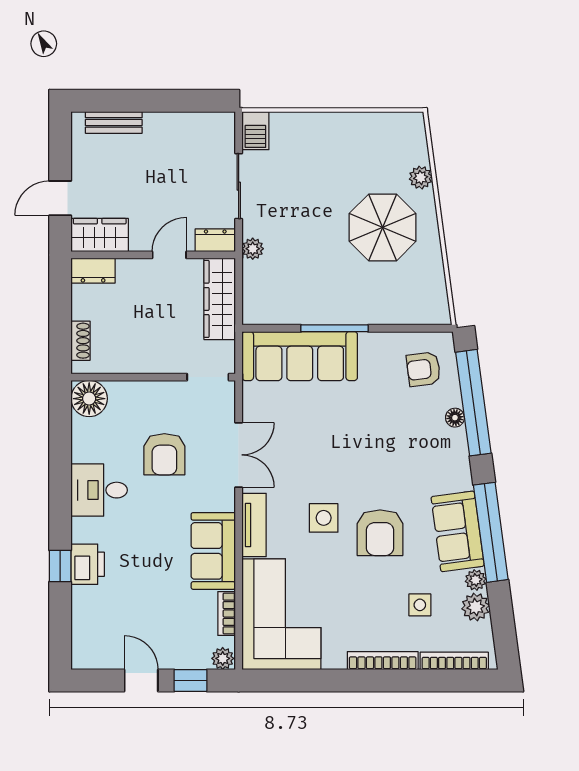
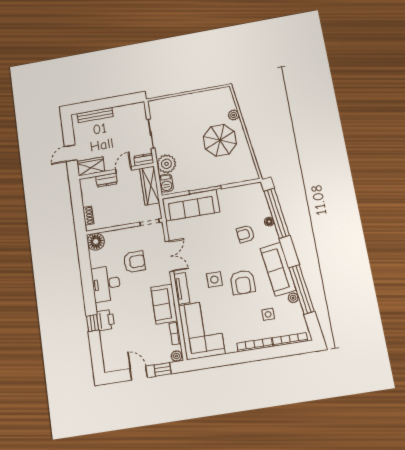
bench: (114, 122) -> (95, 115), width x1.36
barbecue: (255, 131) -> (166, 183), moved
plant: (253, 249) -> (166, 164), width x1.87, depth x1.87
dresser: (93, 271) -> (107, 180), moved
armchair: (424, 369) -> (245, 234), moved
armchair: (164, 454) -> (134, 262), turned -90
desk: (99, 490) -> (106, 284), width x1.37
sofa: (458, 531) -> (278, 269), width x1.36
window: (491, 532) -> (302, 289), moved
plant: (476, 607) -> (296, 311), removed

